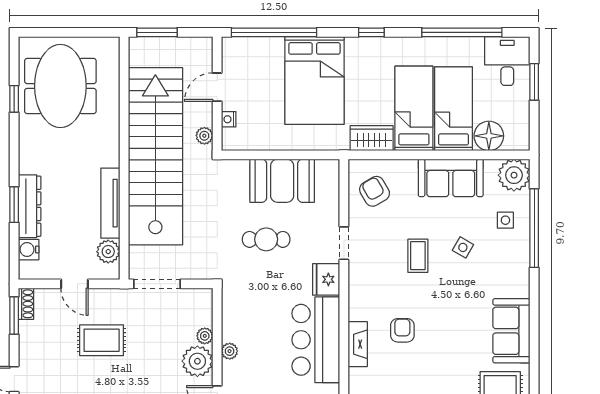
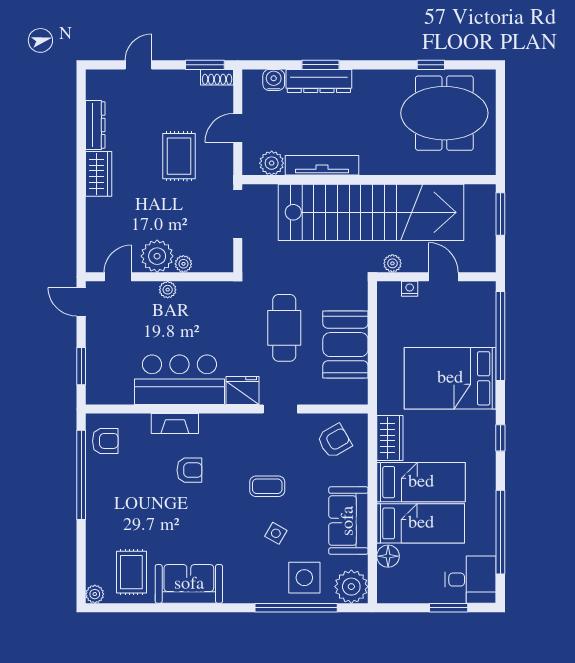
floor lamp: (489, 136) -> (388, 556), width x0.73, depth x0.73
side table: (505, 220) -> (304, 578), width x1.87, depth x1.87
cafe table: (266, 239) -> (284, 328), width x1.37, depth x1.35

